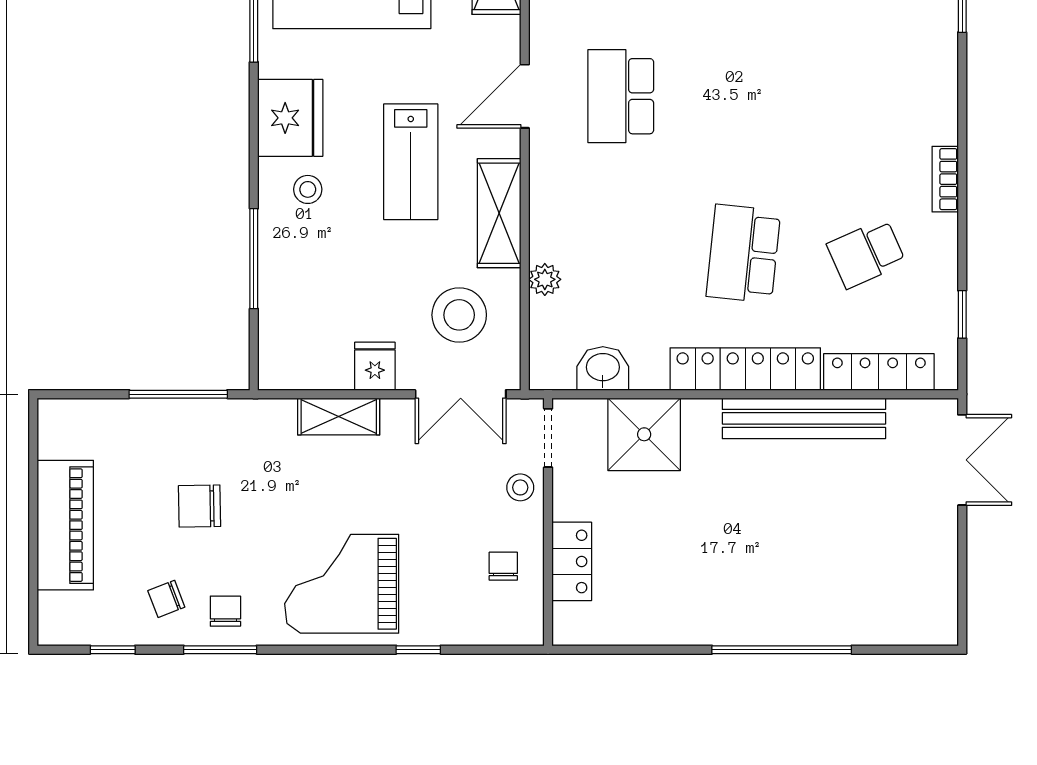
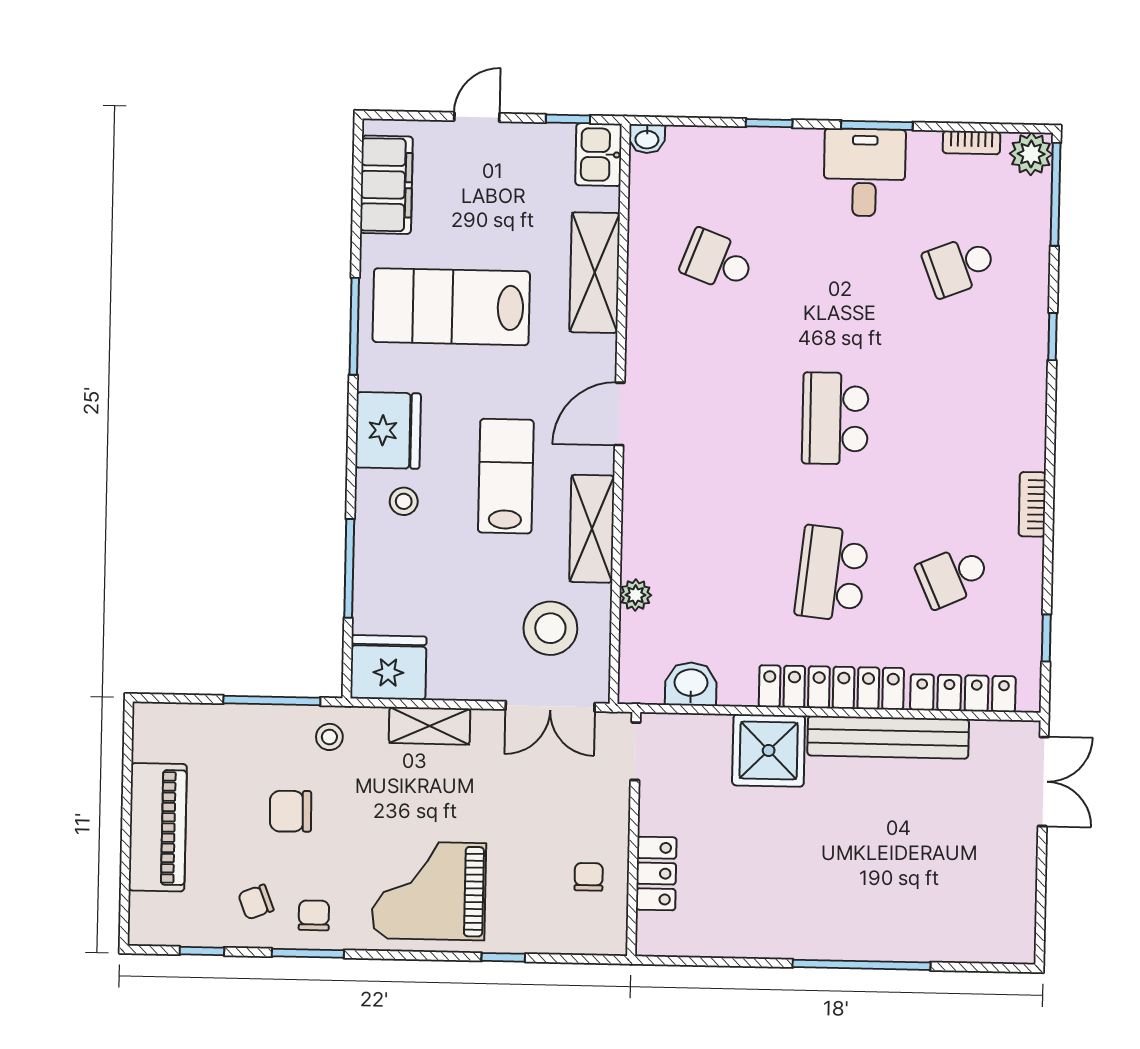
school desk: (621, 96) -> (835, 418), moved
lab bench: (411, 162) -> (506, 476), turned 180
fridge: (375, 366) -> (388, 667), moved, width x1.88, depth x1.34
shower: (644, 434) -> (769, 750), moved
stool: (520, 487) -> (329, 737), moved

